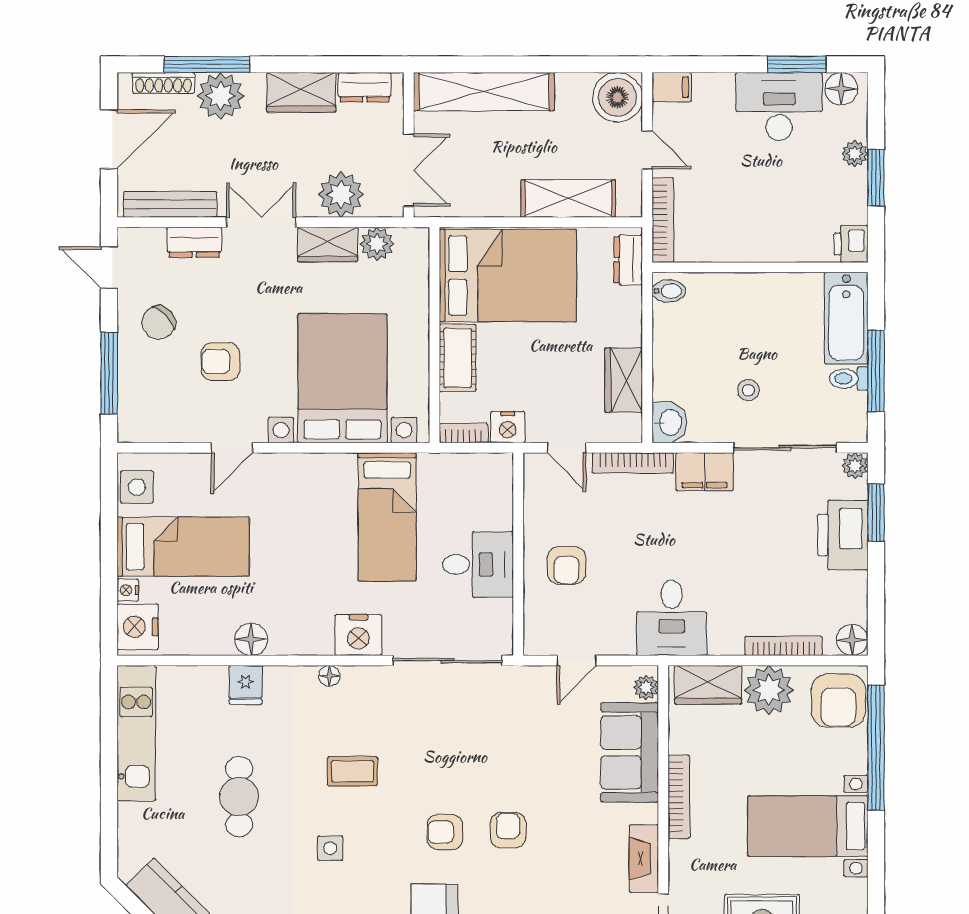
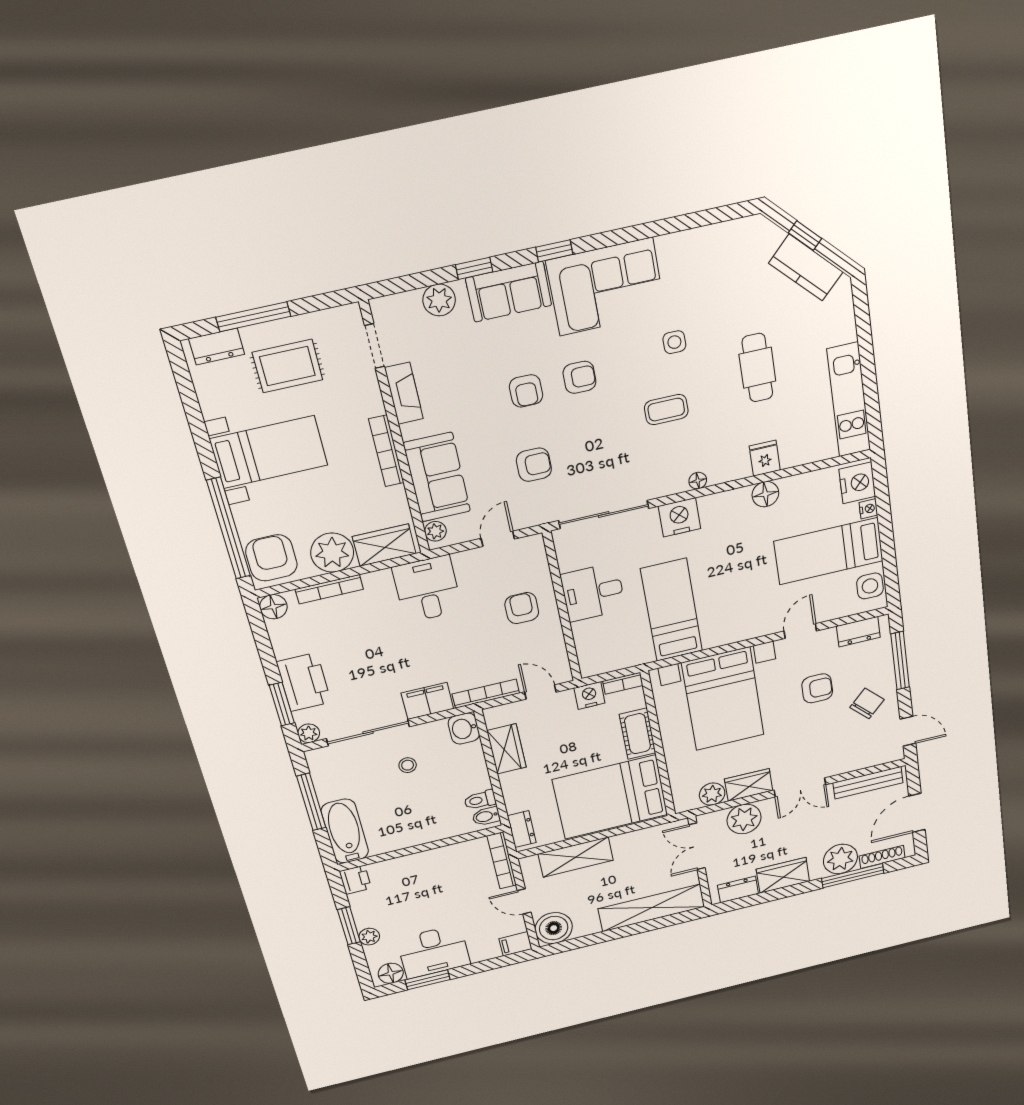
dresser: (194, 242) -> (858, 632), moved, turned 180
toilet: (849, 379) -> (480, 800), moved, turned 180
armchair: (517, 741) -> (534, 465), added

